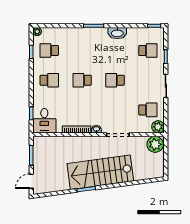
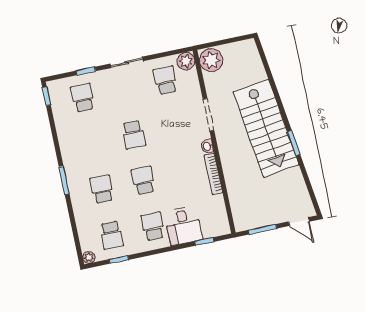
washbasin: (117, 33) -> (67, 145), removed
school desk: (82, 50) -> (102, 189), added
school desk: (82, 80) -> (143, 181), turned 180
desk: (44, 121) -> (183, 226), moved, turned 90

